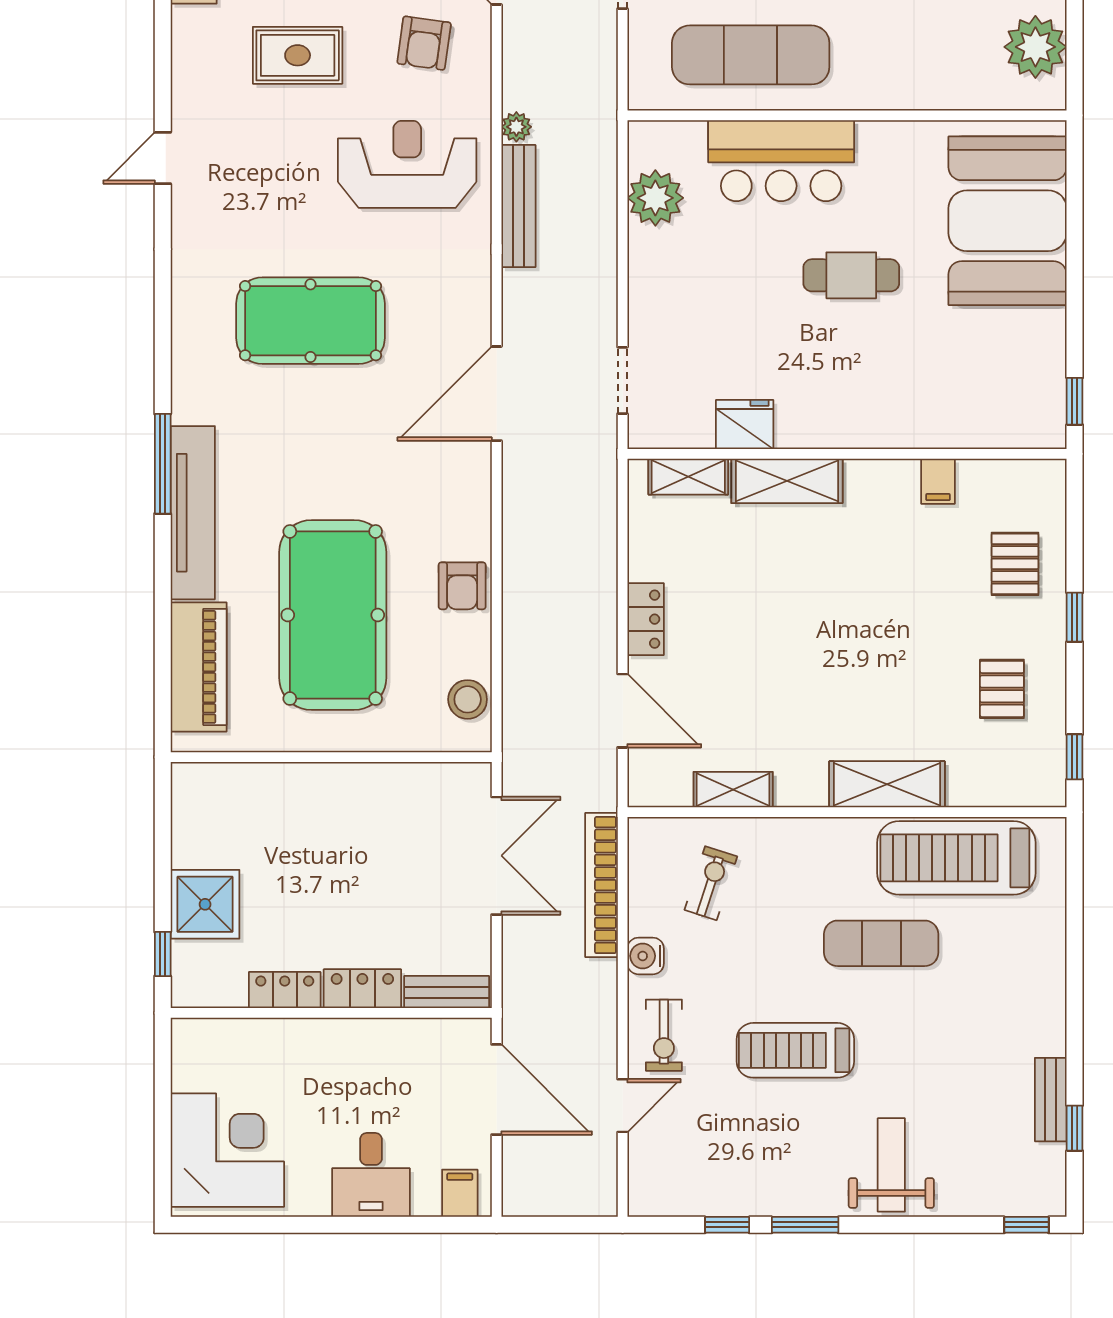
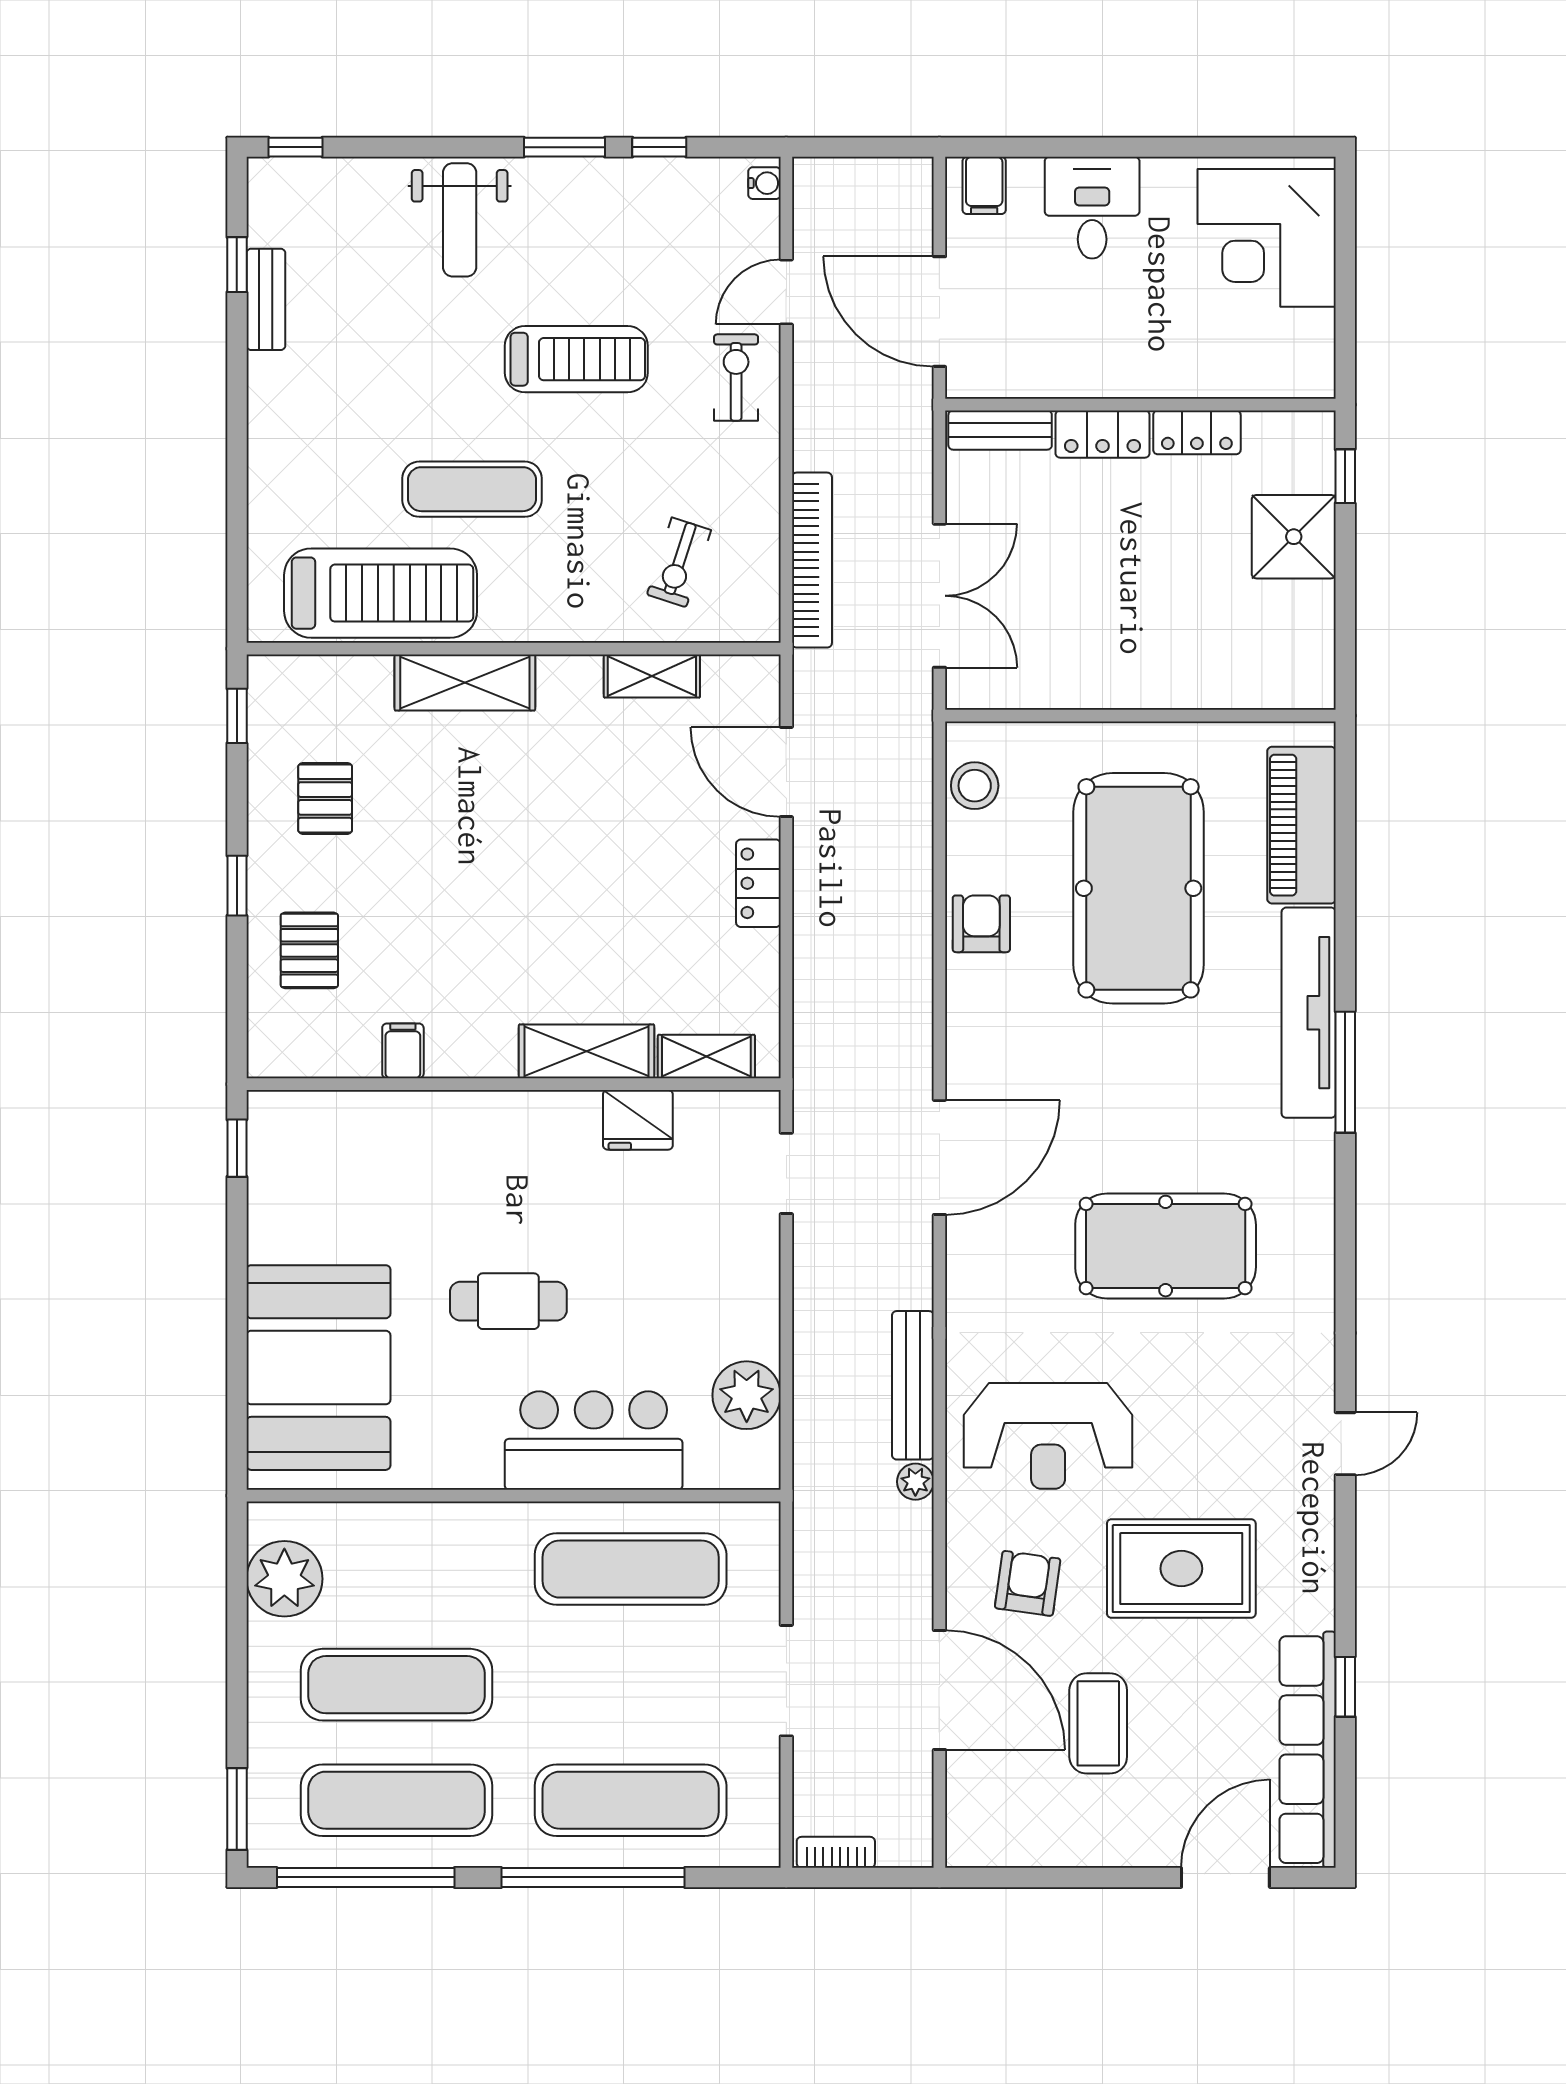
rug: (298, 55) -> (1181, 1569), width x1.36, depth x1.43
double door: (497, 856) -> (939, 596), swing flipped
water cooler: (646, 956) -> (764, 183), moved, width x0.72, depth x0.72

